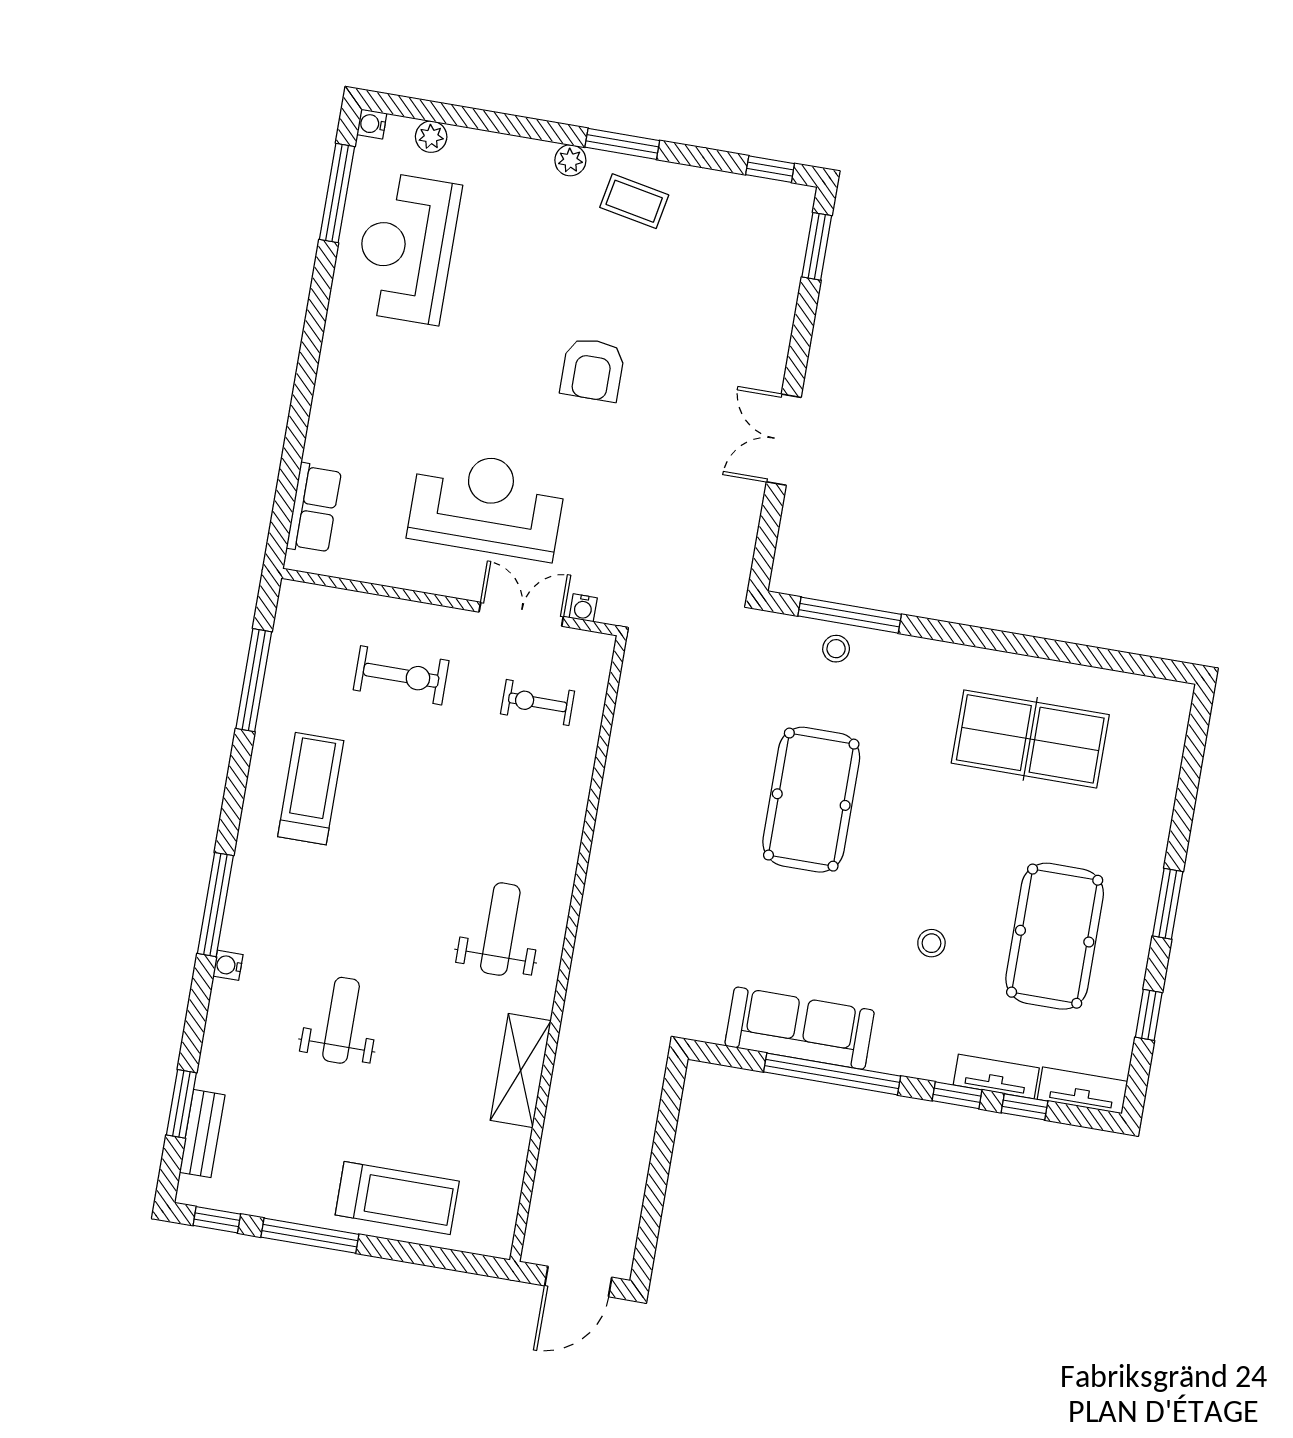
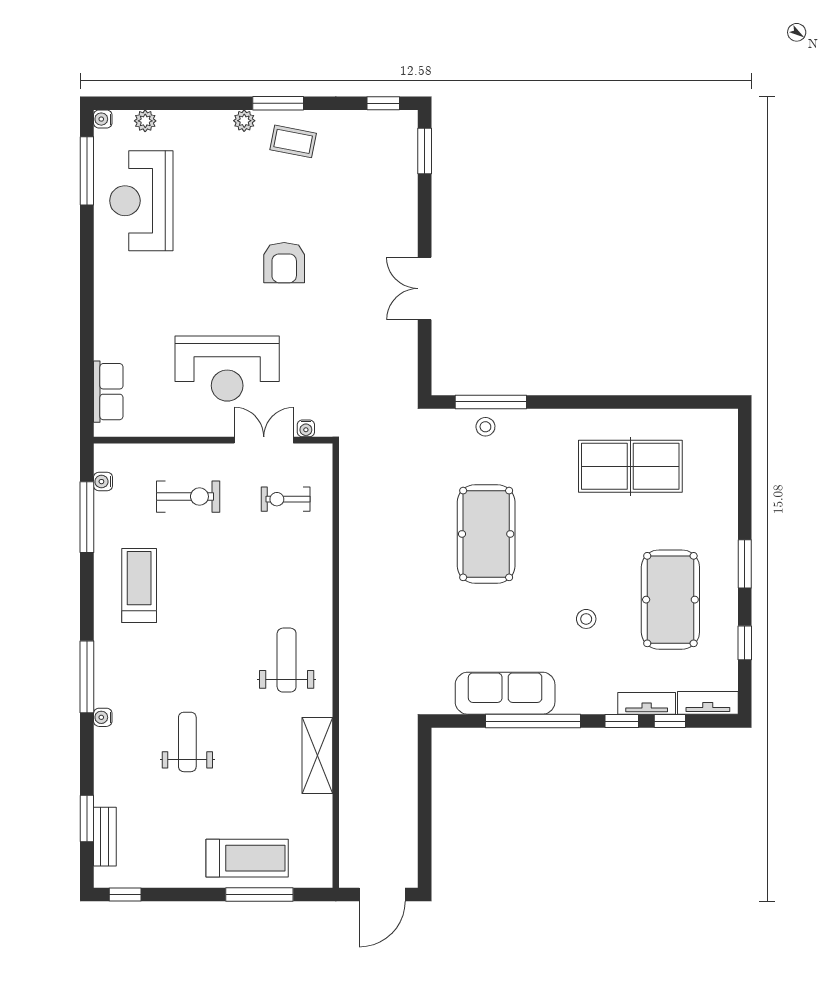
reception desk: (487, 505) -> (227, 369), turned 180
water cooler: (285, 634) -> (103, 482), added
window: (310, 1236) -> (259, 894), moved

